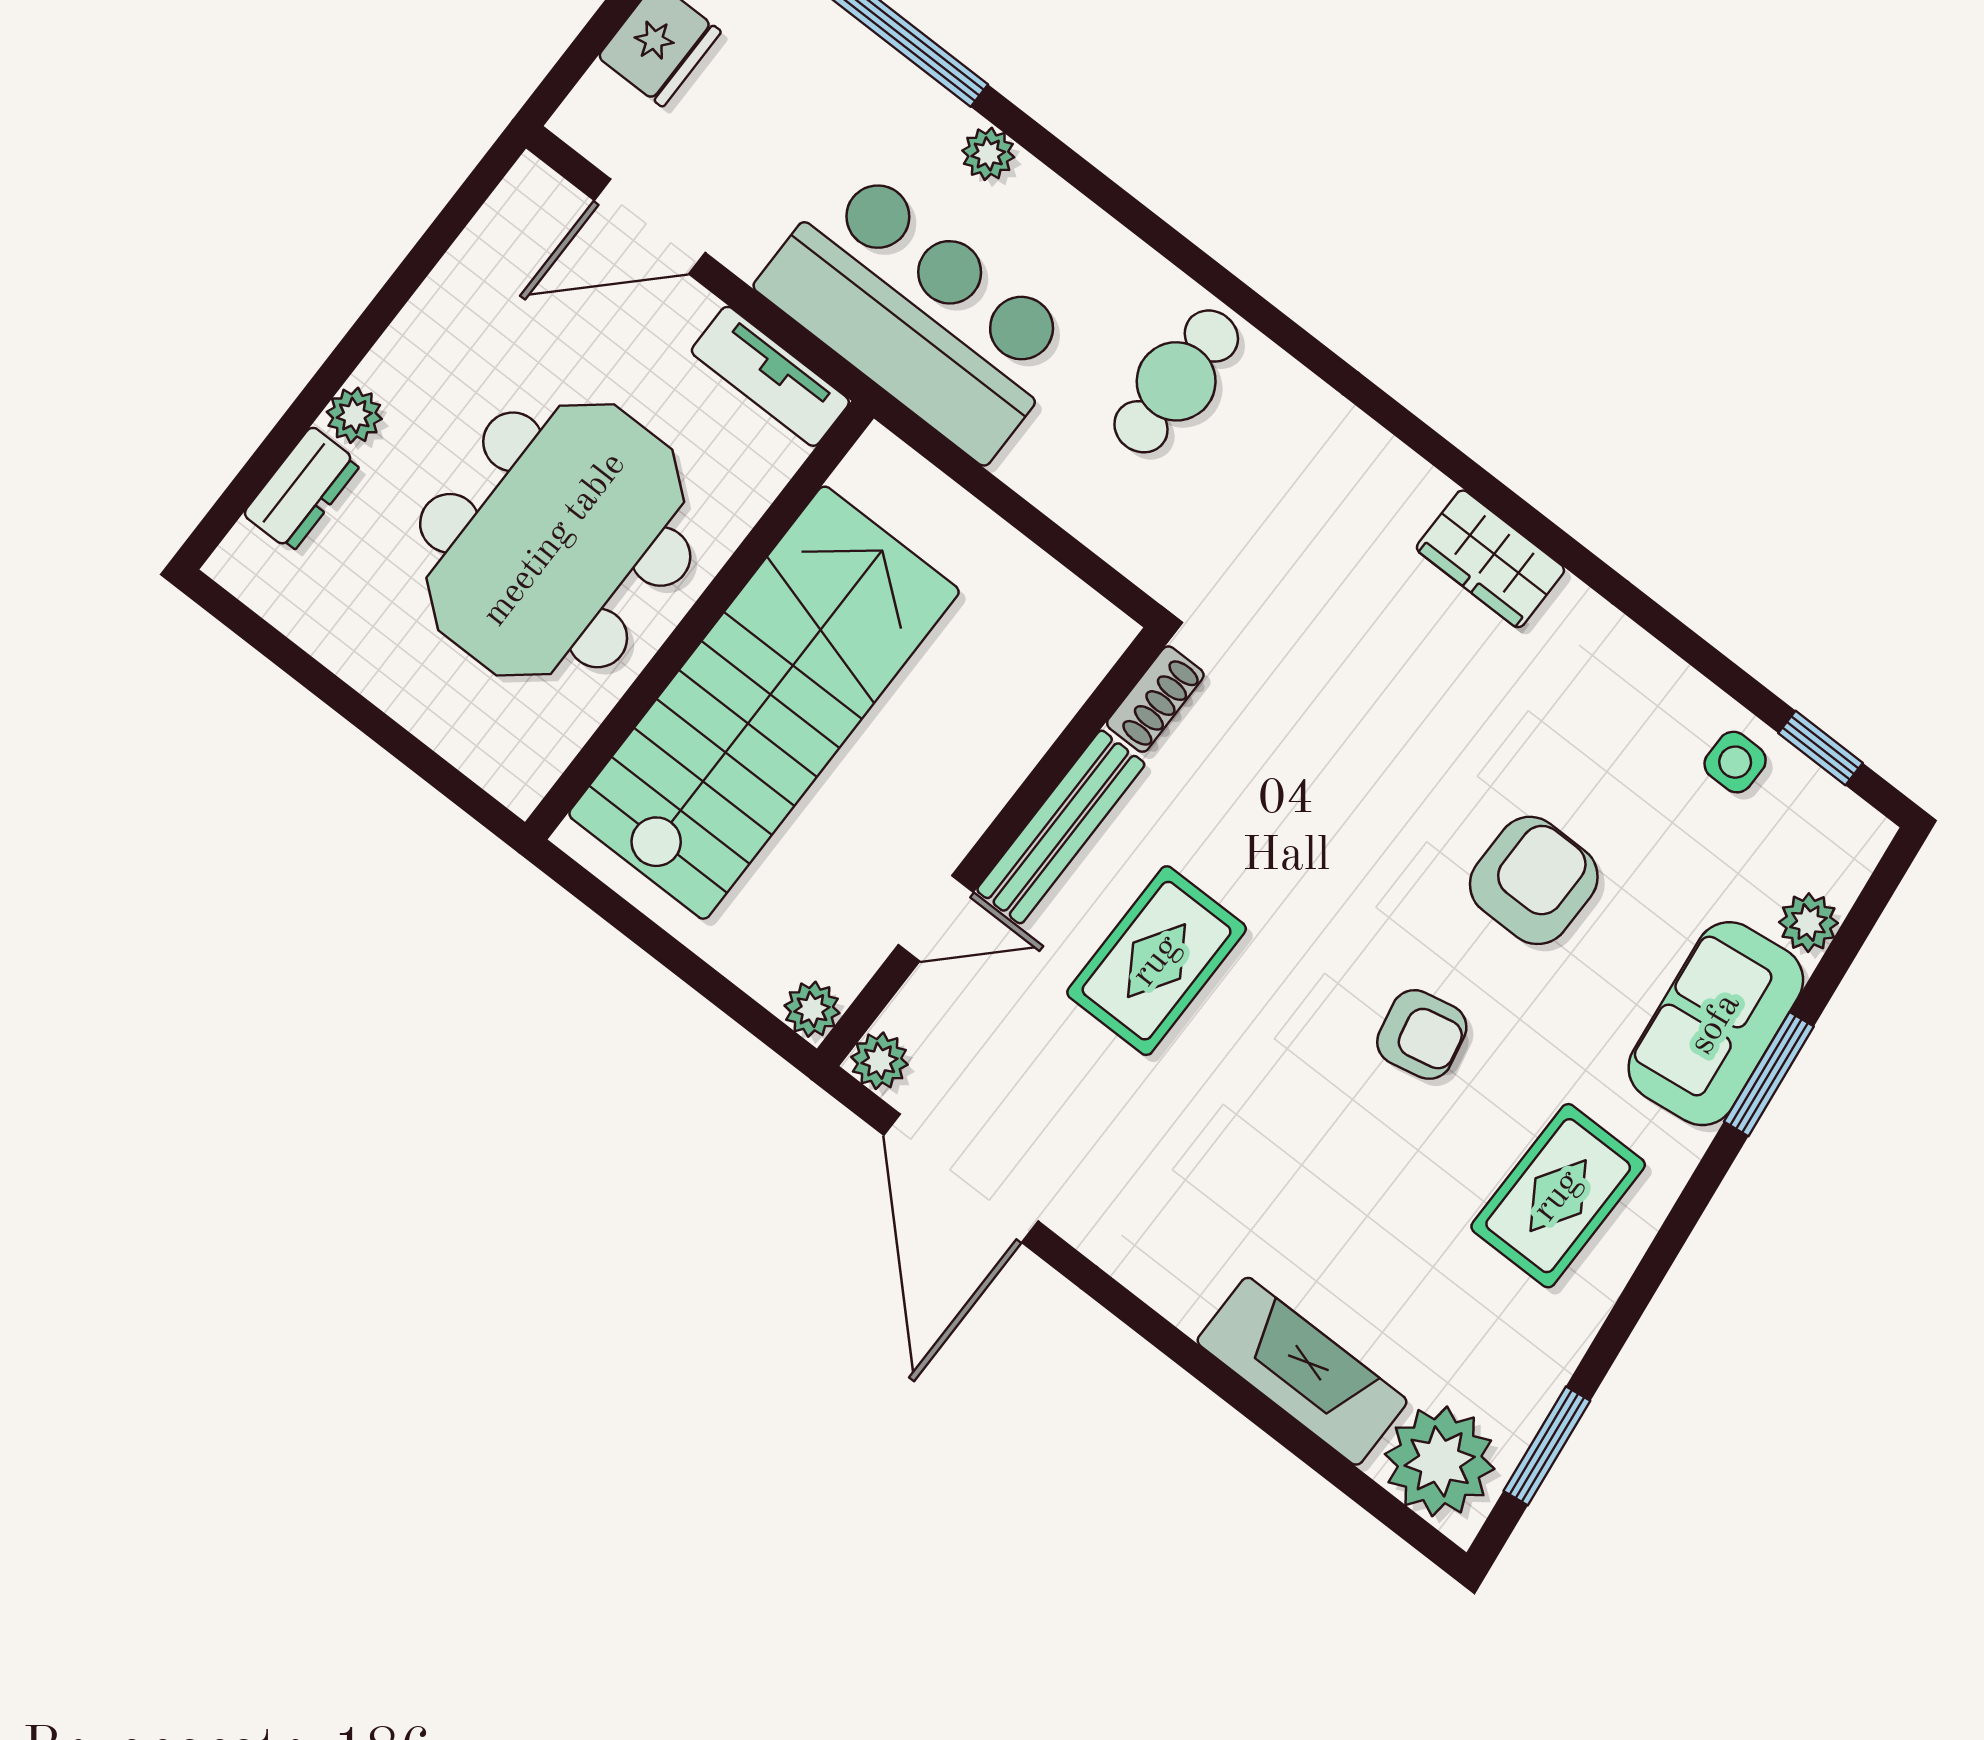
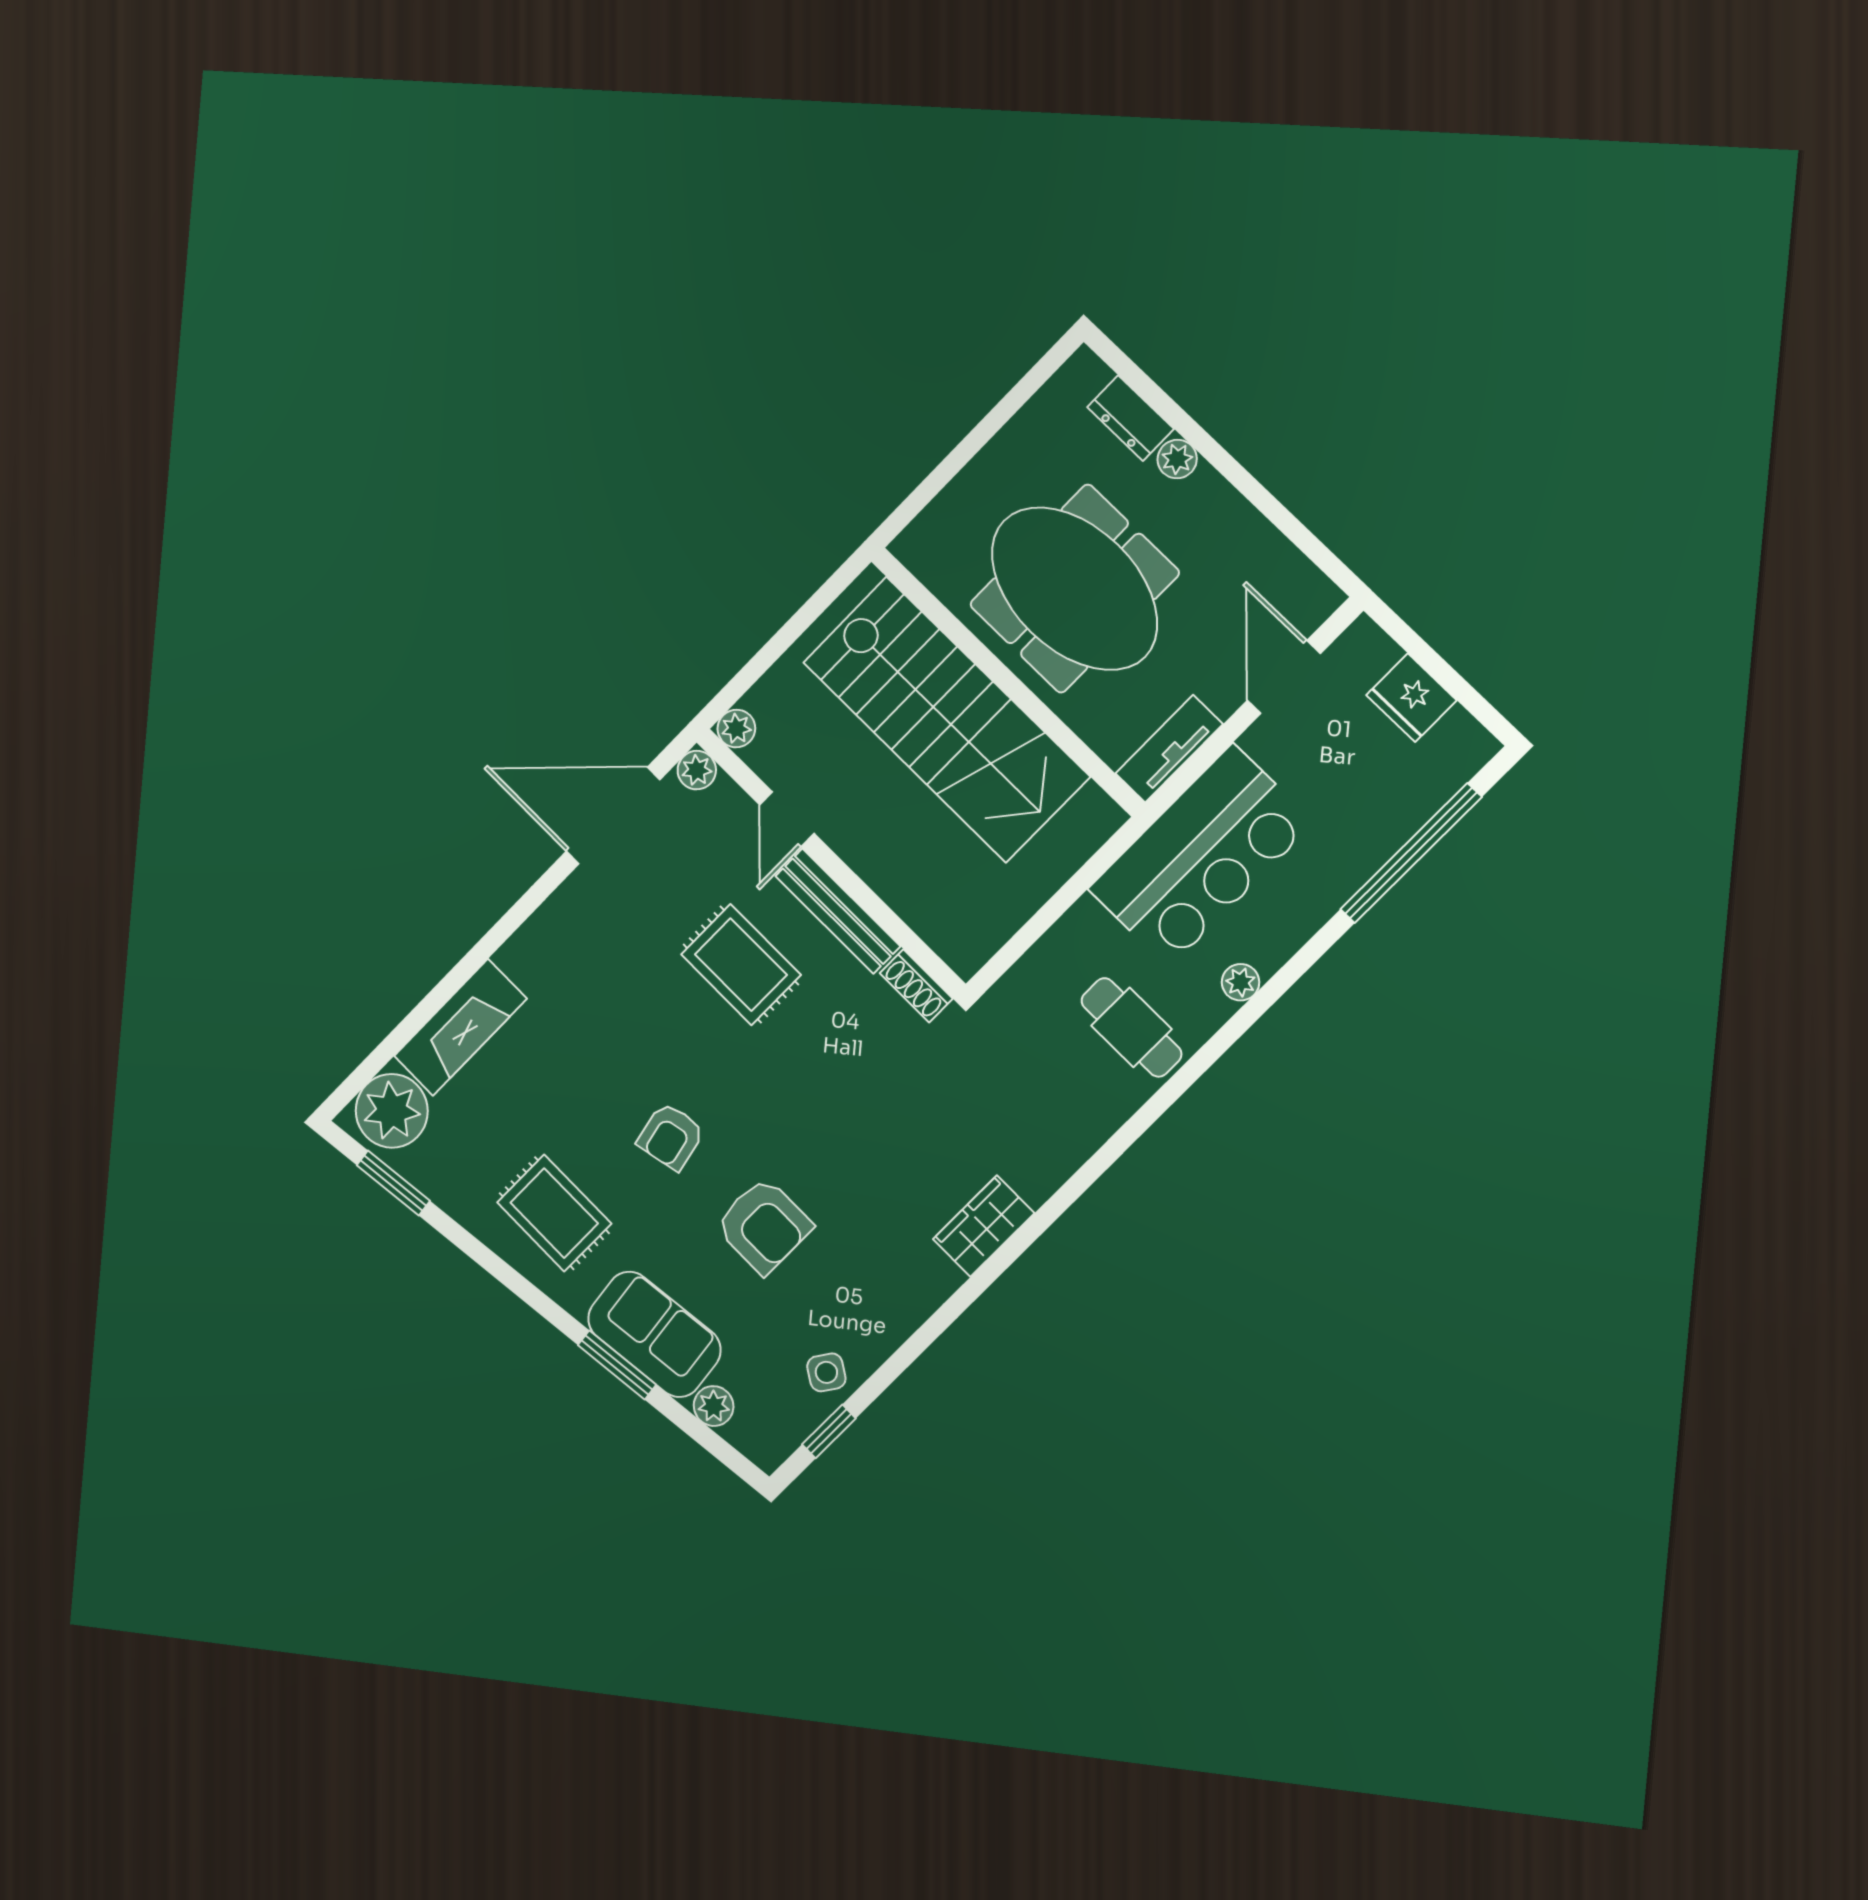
plant: (988, 154) -> (1241, 982), moved
side table: (1735, 762) -> (826, 1372), turned 33

